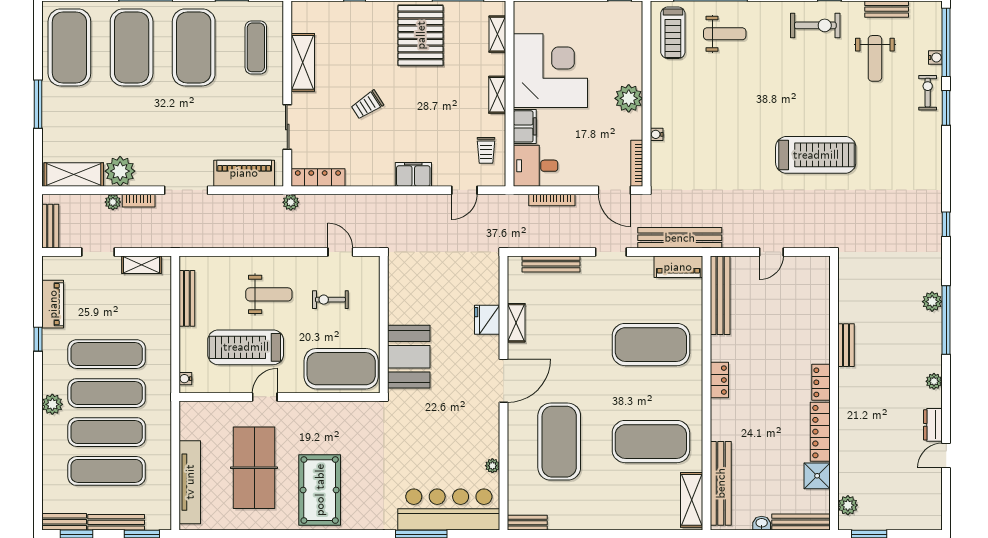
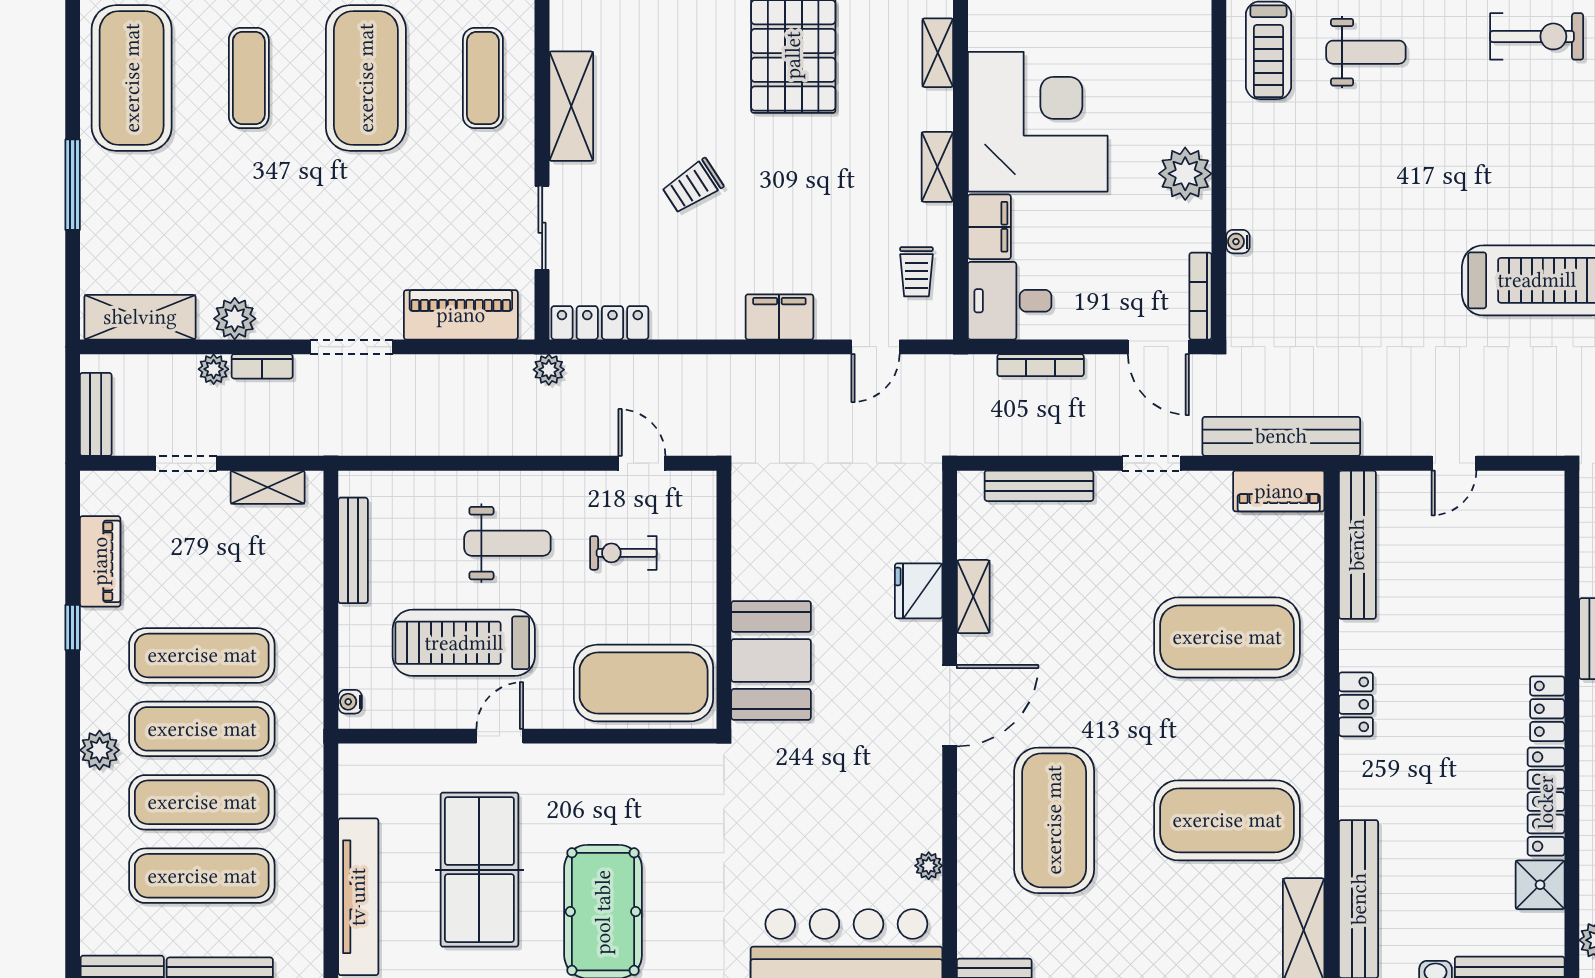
exercise mat: (132, 47) -> (249, 78), width x0.50, depth x0.69
plant: (120, 171) -> (235, 319), width x0.73, depth x0.73

